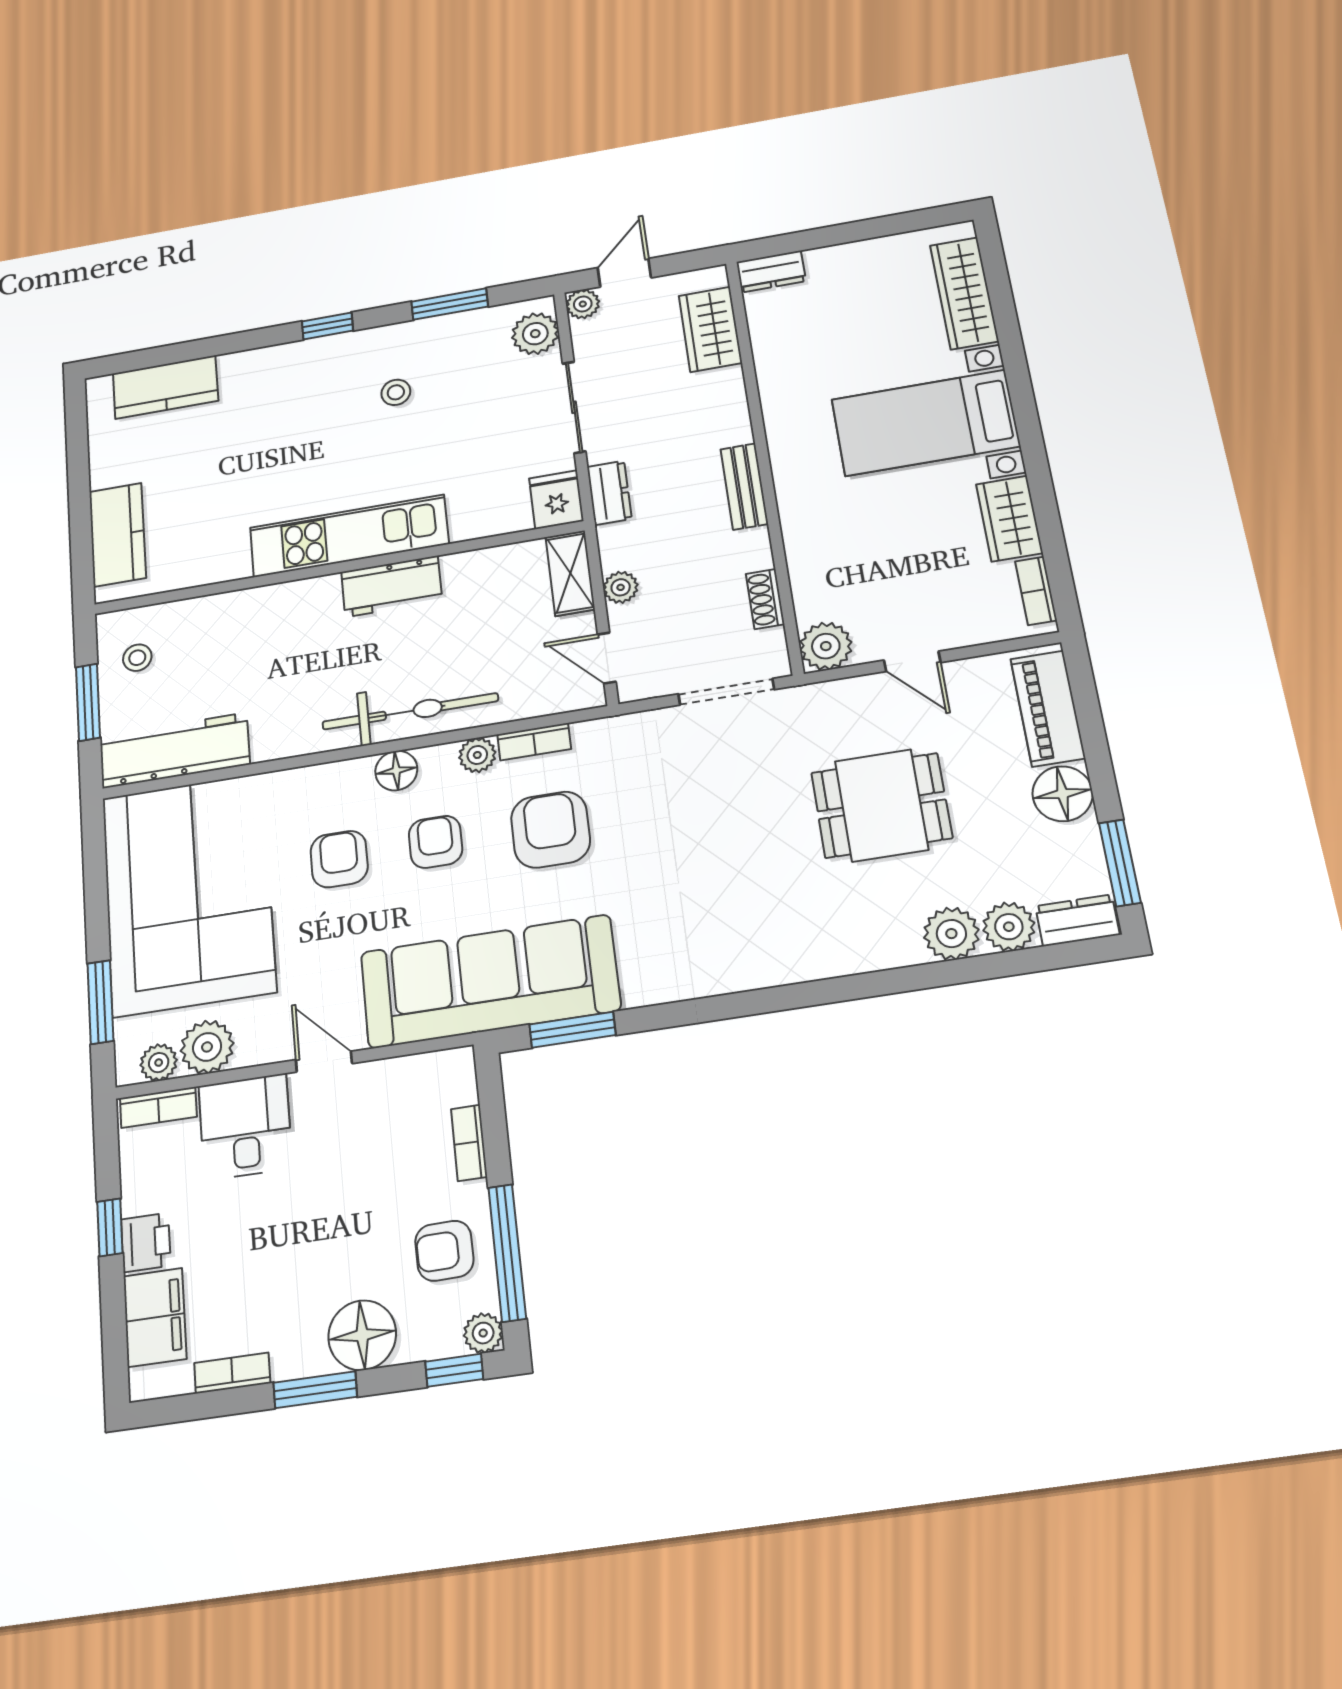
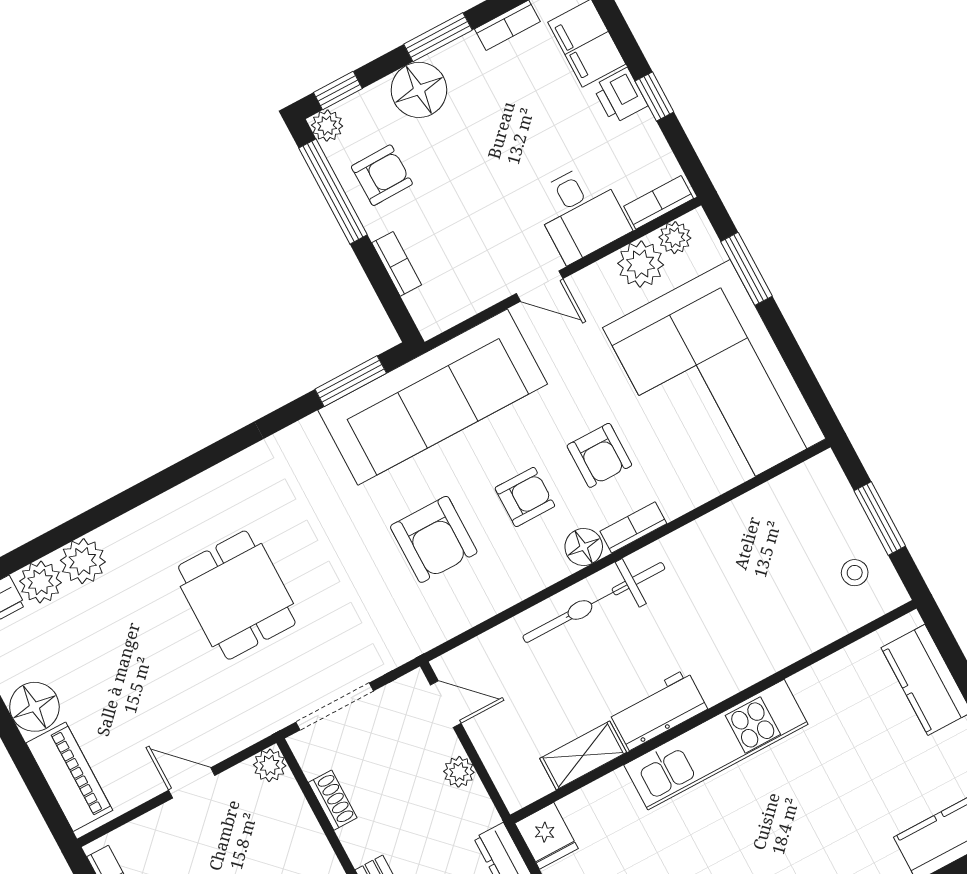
shelving: (570, 573) -> (583, 755), moved, turned 90
plant: (826, 646) -> (270, 765), width x0.73, depth x0.73
bookcase: (534, 742) -> (633, 527), moved
workbench: (175, 750) -> (783, 501), removed
plant: (477, 755) -> (521, 583), removed
dining table: (881, 805) -> (237, 595), moved, turned 90
armchair: (435, 842) -> (525, 497), turned -90

